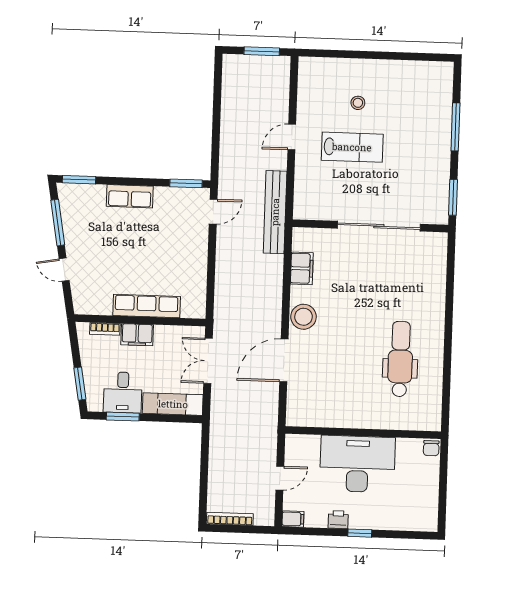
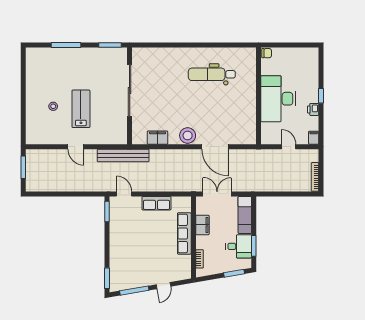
row of seats: (130, 196) -> (156, 203), moved, turned 90
filing cabinet: (137, 335) -> (202, 225), moved
double door: (208, 361) -> (217, 194), swing flipped

